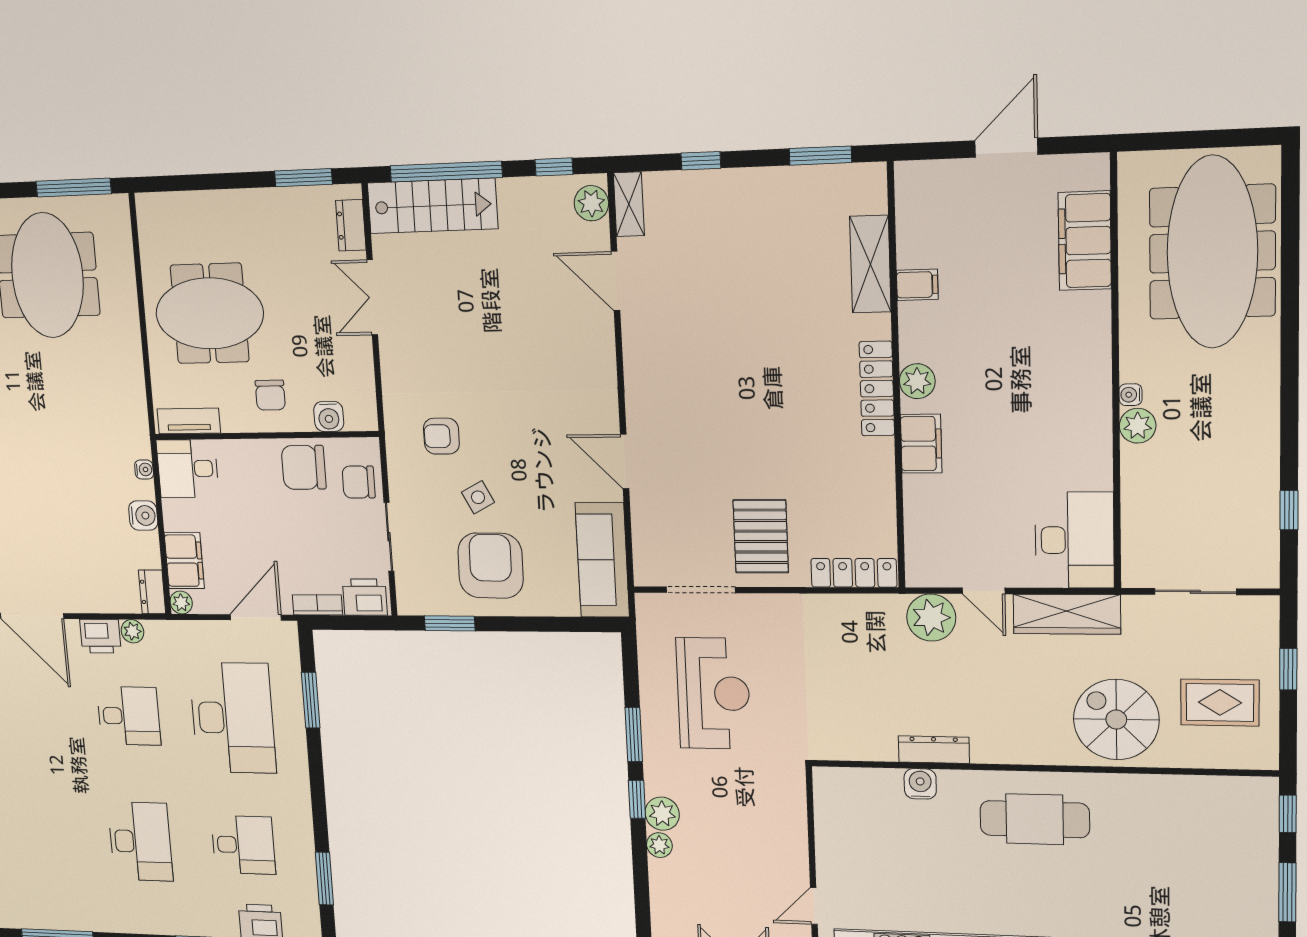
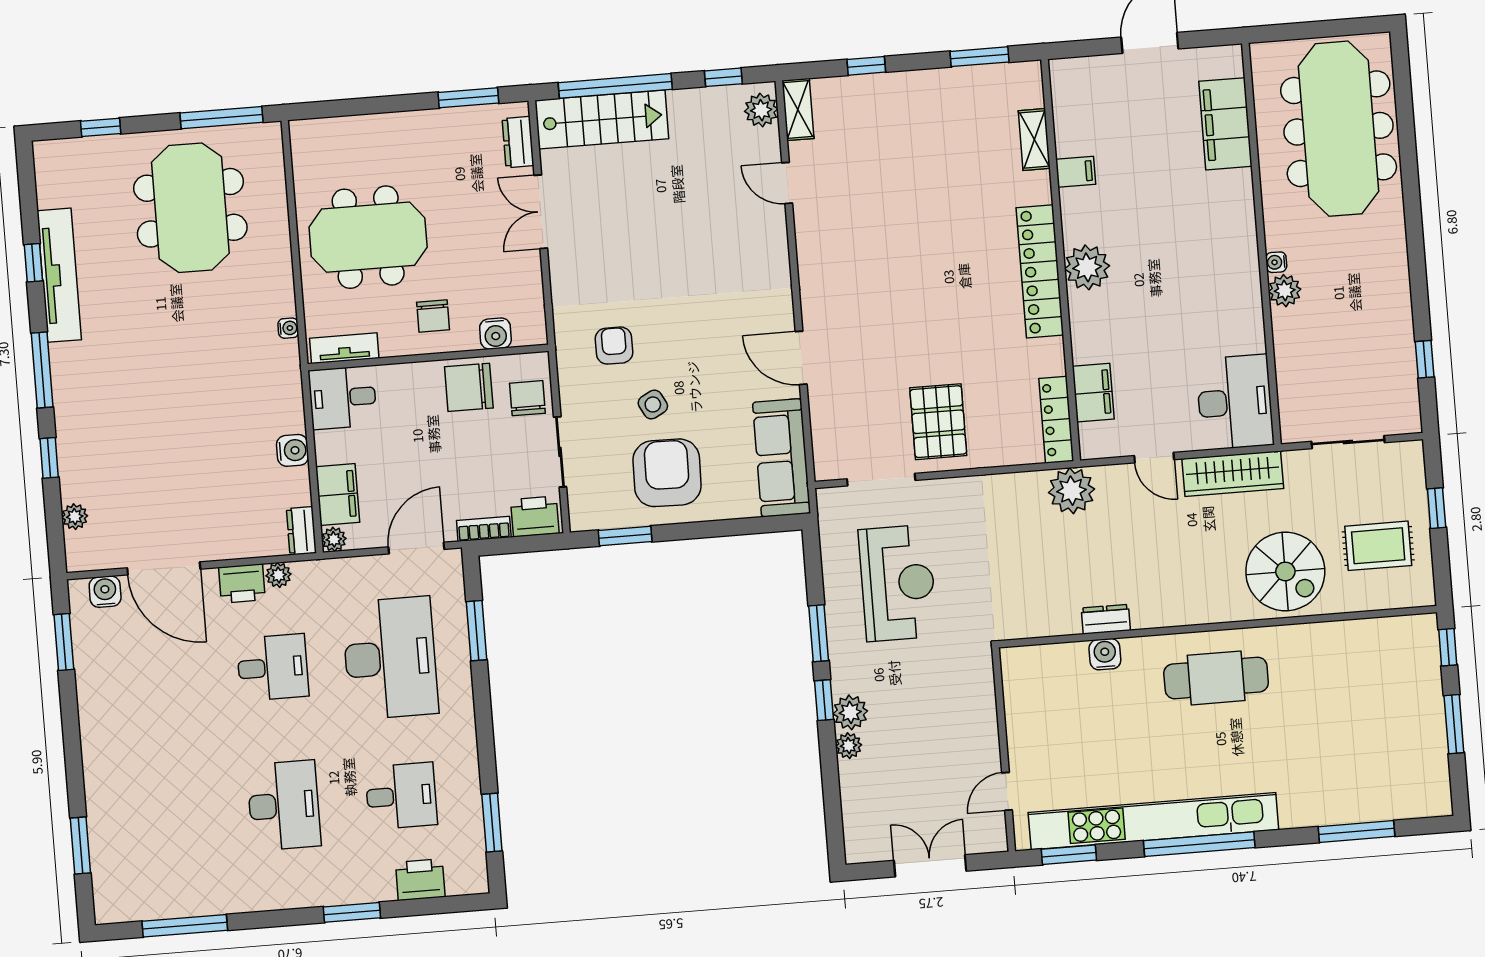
shelving: (870, 264) -> (1034, 139), width x0.67, depth x0.75
door: (616, 281) -> (787, 183), width x0.73
plant: (917, 381) -> (1087, 267), width x1.36, depth x1.36
locker: (877, 389) -> (1040, 271), width x1.41, depth x1.21
armchair: (441, 436) -> (614, 346), turned 90
filing cabinet: (921, 444) -> (1093, 393), moved
water cooler: (144, 469) -> (288, 328), moved
chair: (359, 482) -> (527, 398), turned 90
locker: (854, 573) -> (1056, 420), moved, turned -90
plant: (931, 618) -> (1072, 491), moved
spiral stairs: (1116, 720) -> (1285, 571), turned 180
dresser: (934, 750) -> (1106, 619), width x0.70

